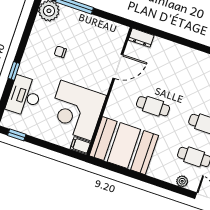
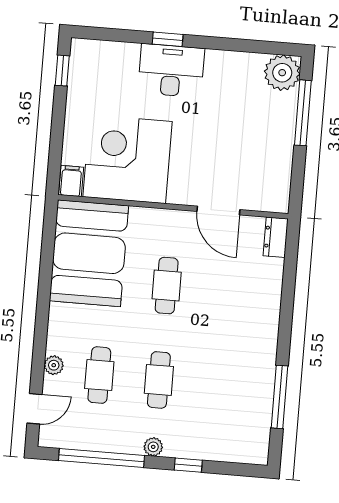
chair: (60, 52) -> (219, 109), removed
desk: (24, 96) -> (171, 70), moved

